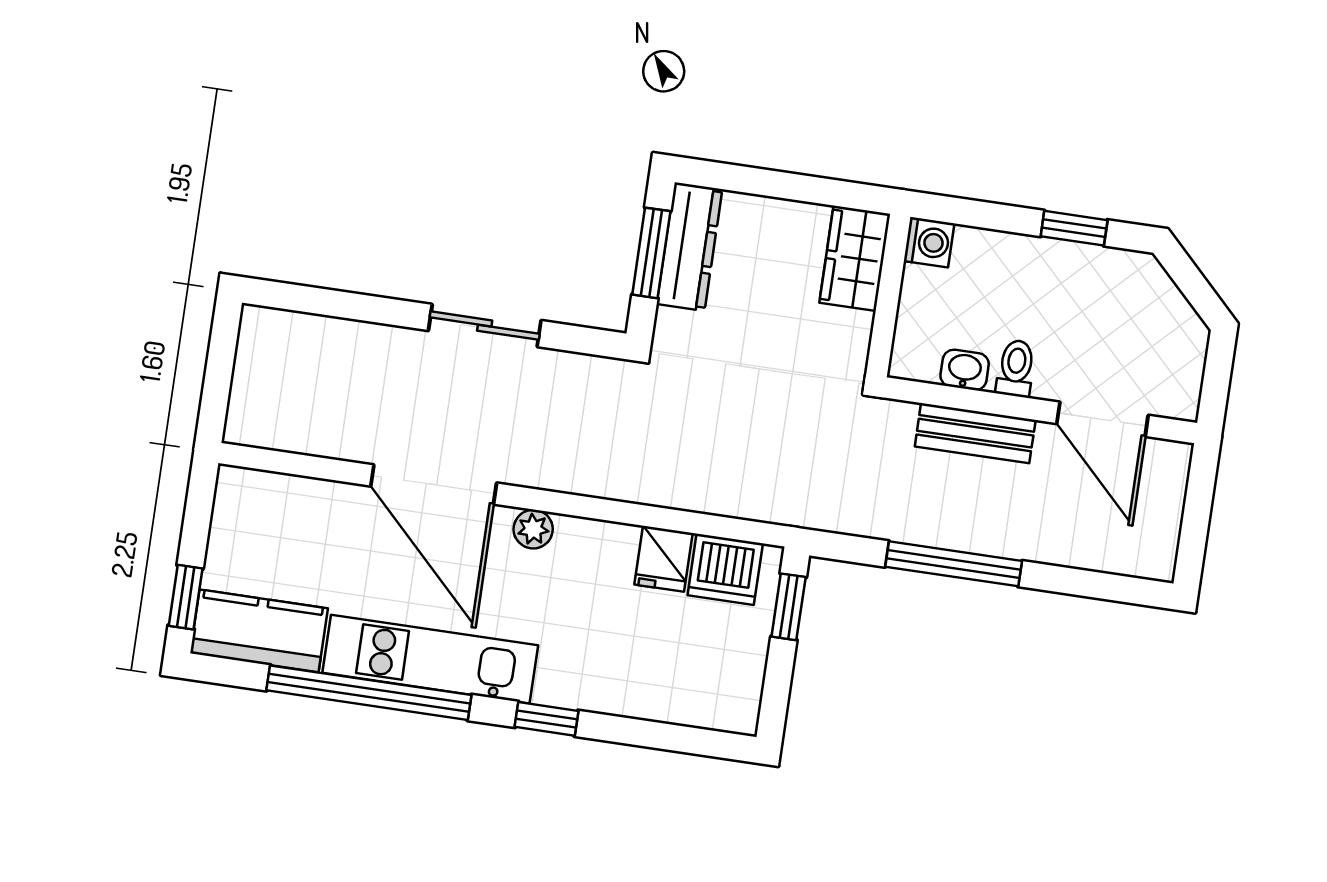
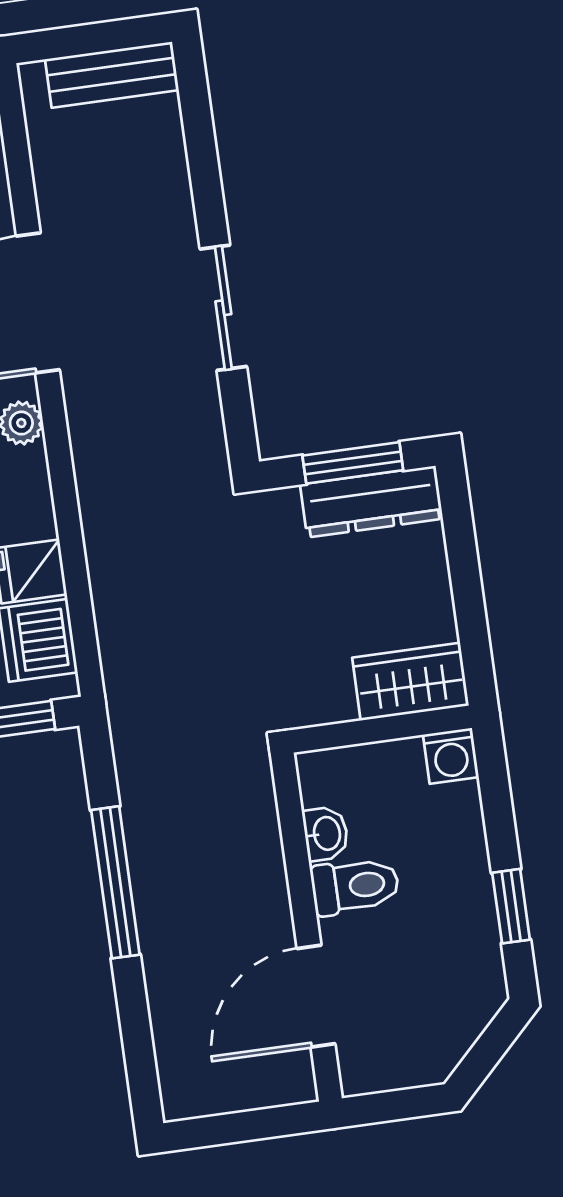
toilet: (1016, 368) -> (355, 886), width x1.37, depth x1.39
bench: (975, 433) -> (112, 75), moved, turned 90

